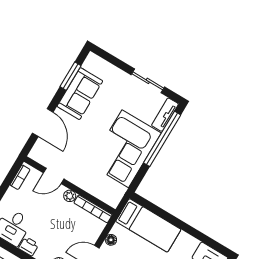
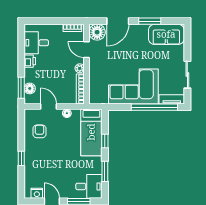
window: (71, 76) -> (150, 21), moved
sofa: (80, 94) -> (166, 34), moved
floor lamp: (41, 153) -> (97, 32), added
window: (167, 216) -> (105, 141), added
window: (200, 236) -> (105, 171), added

